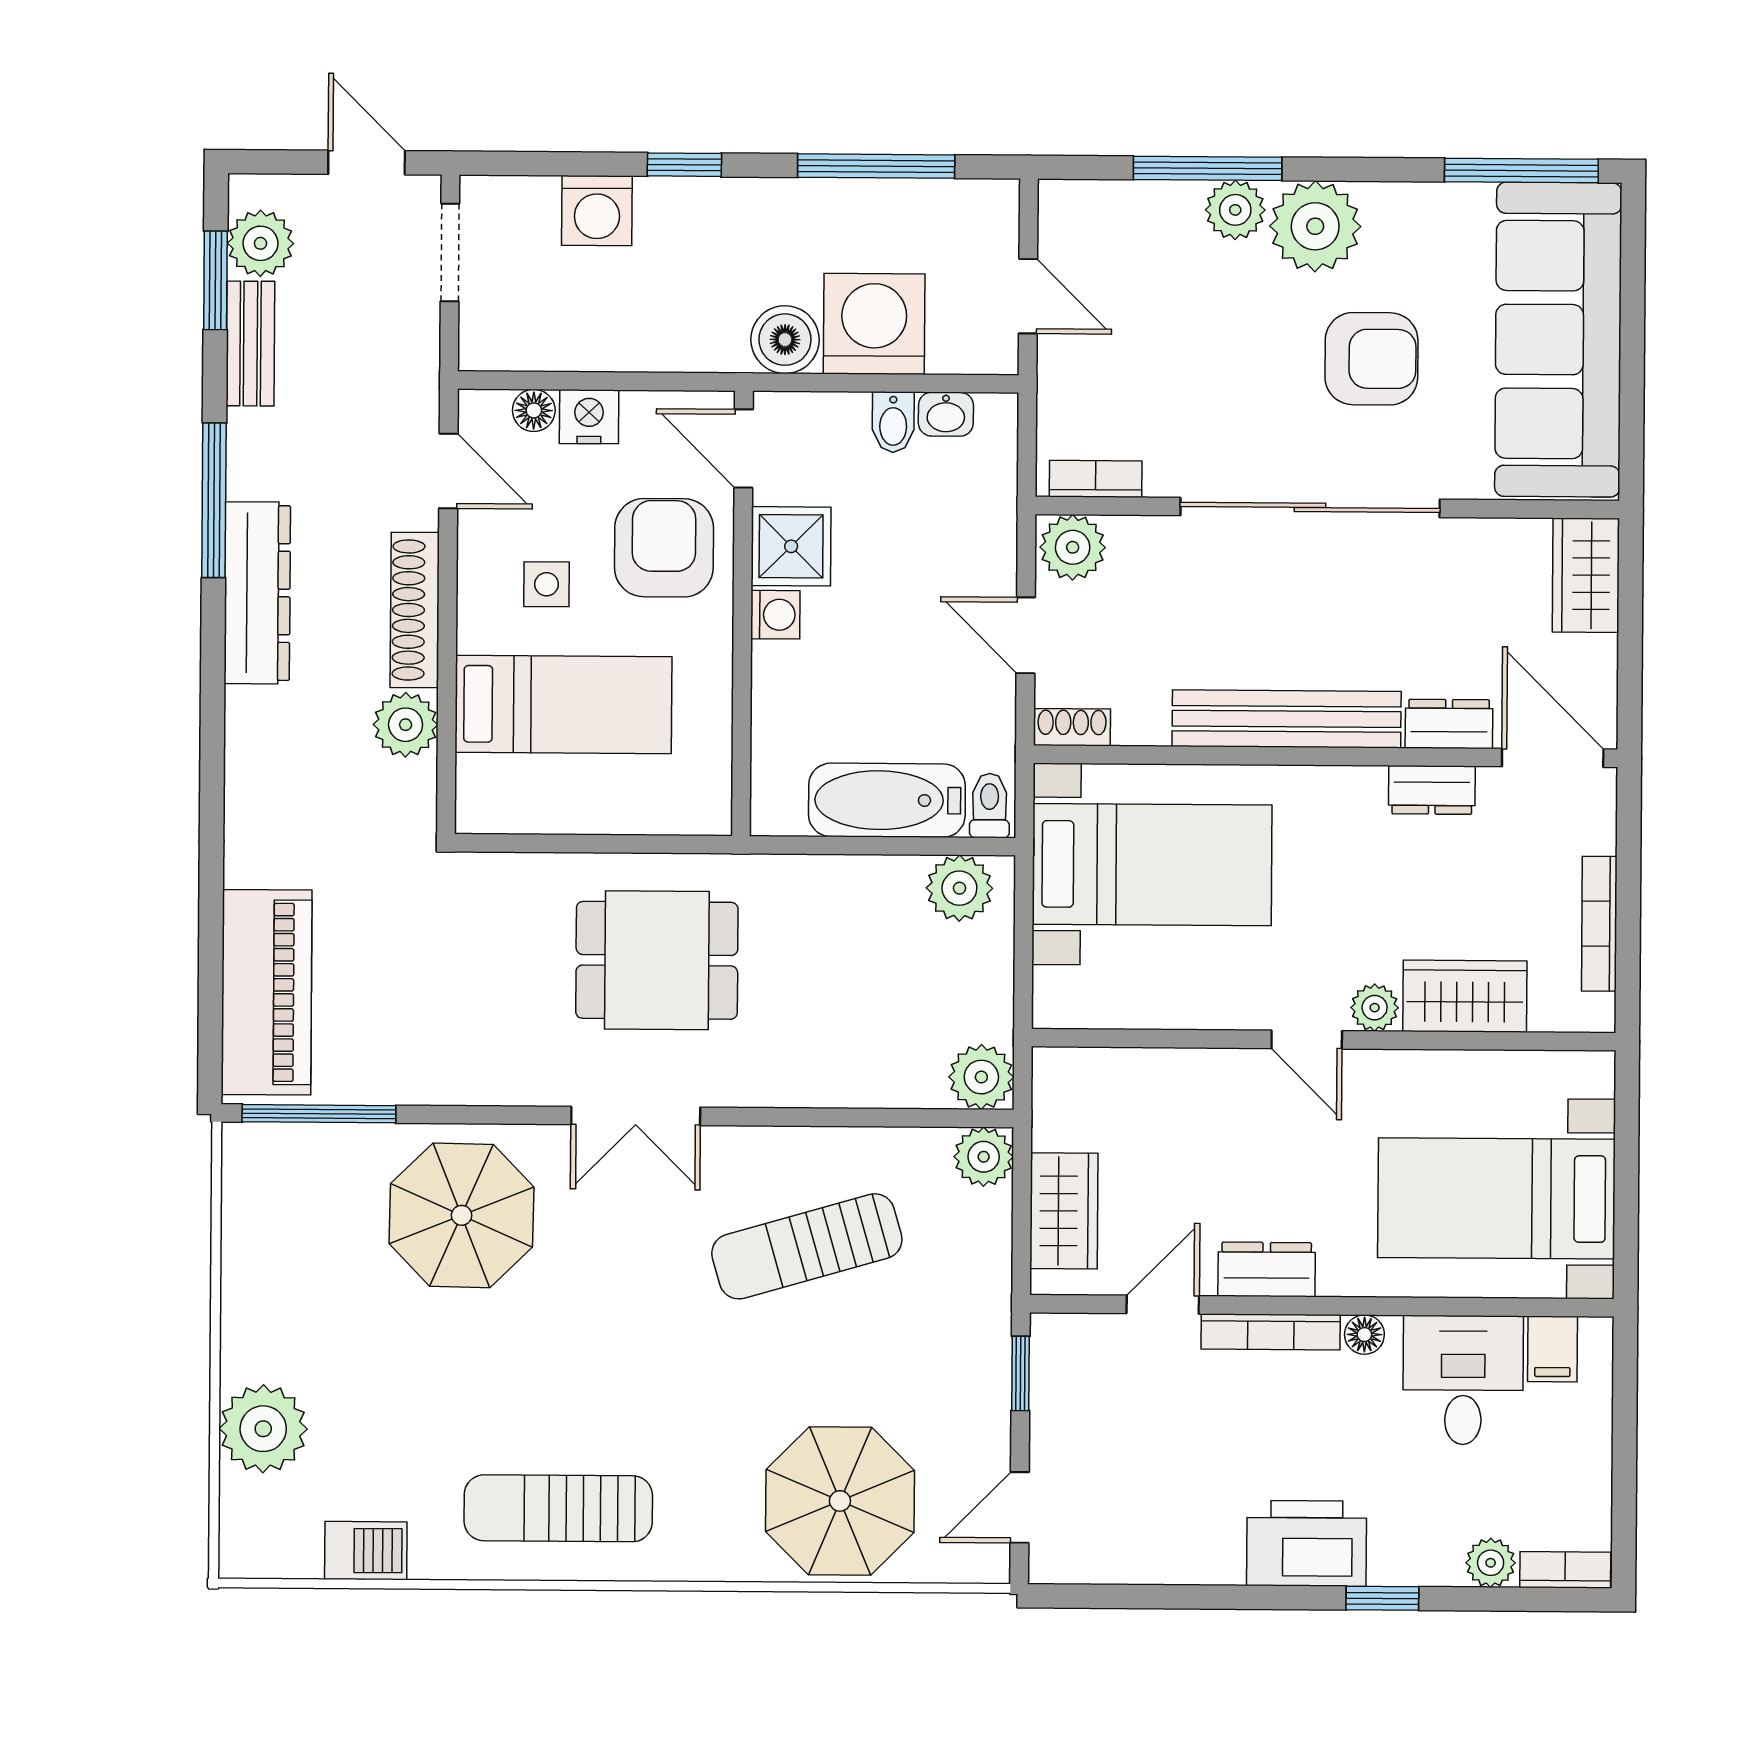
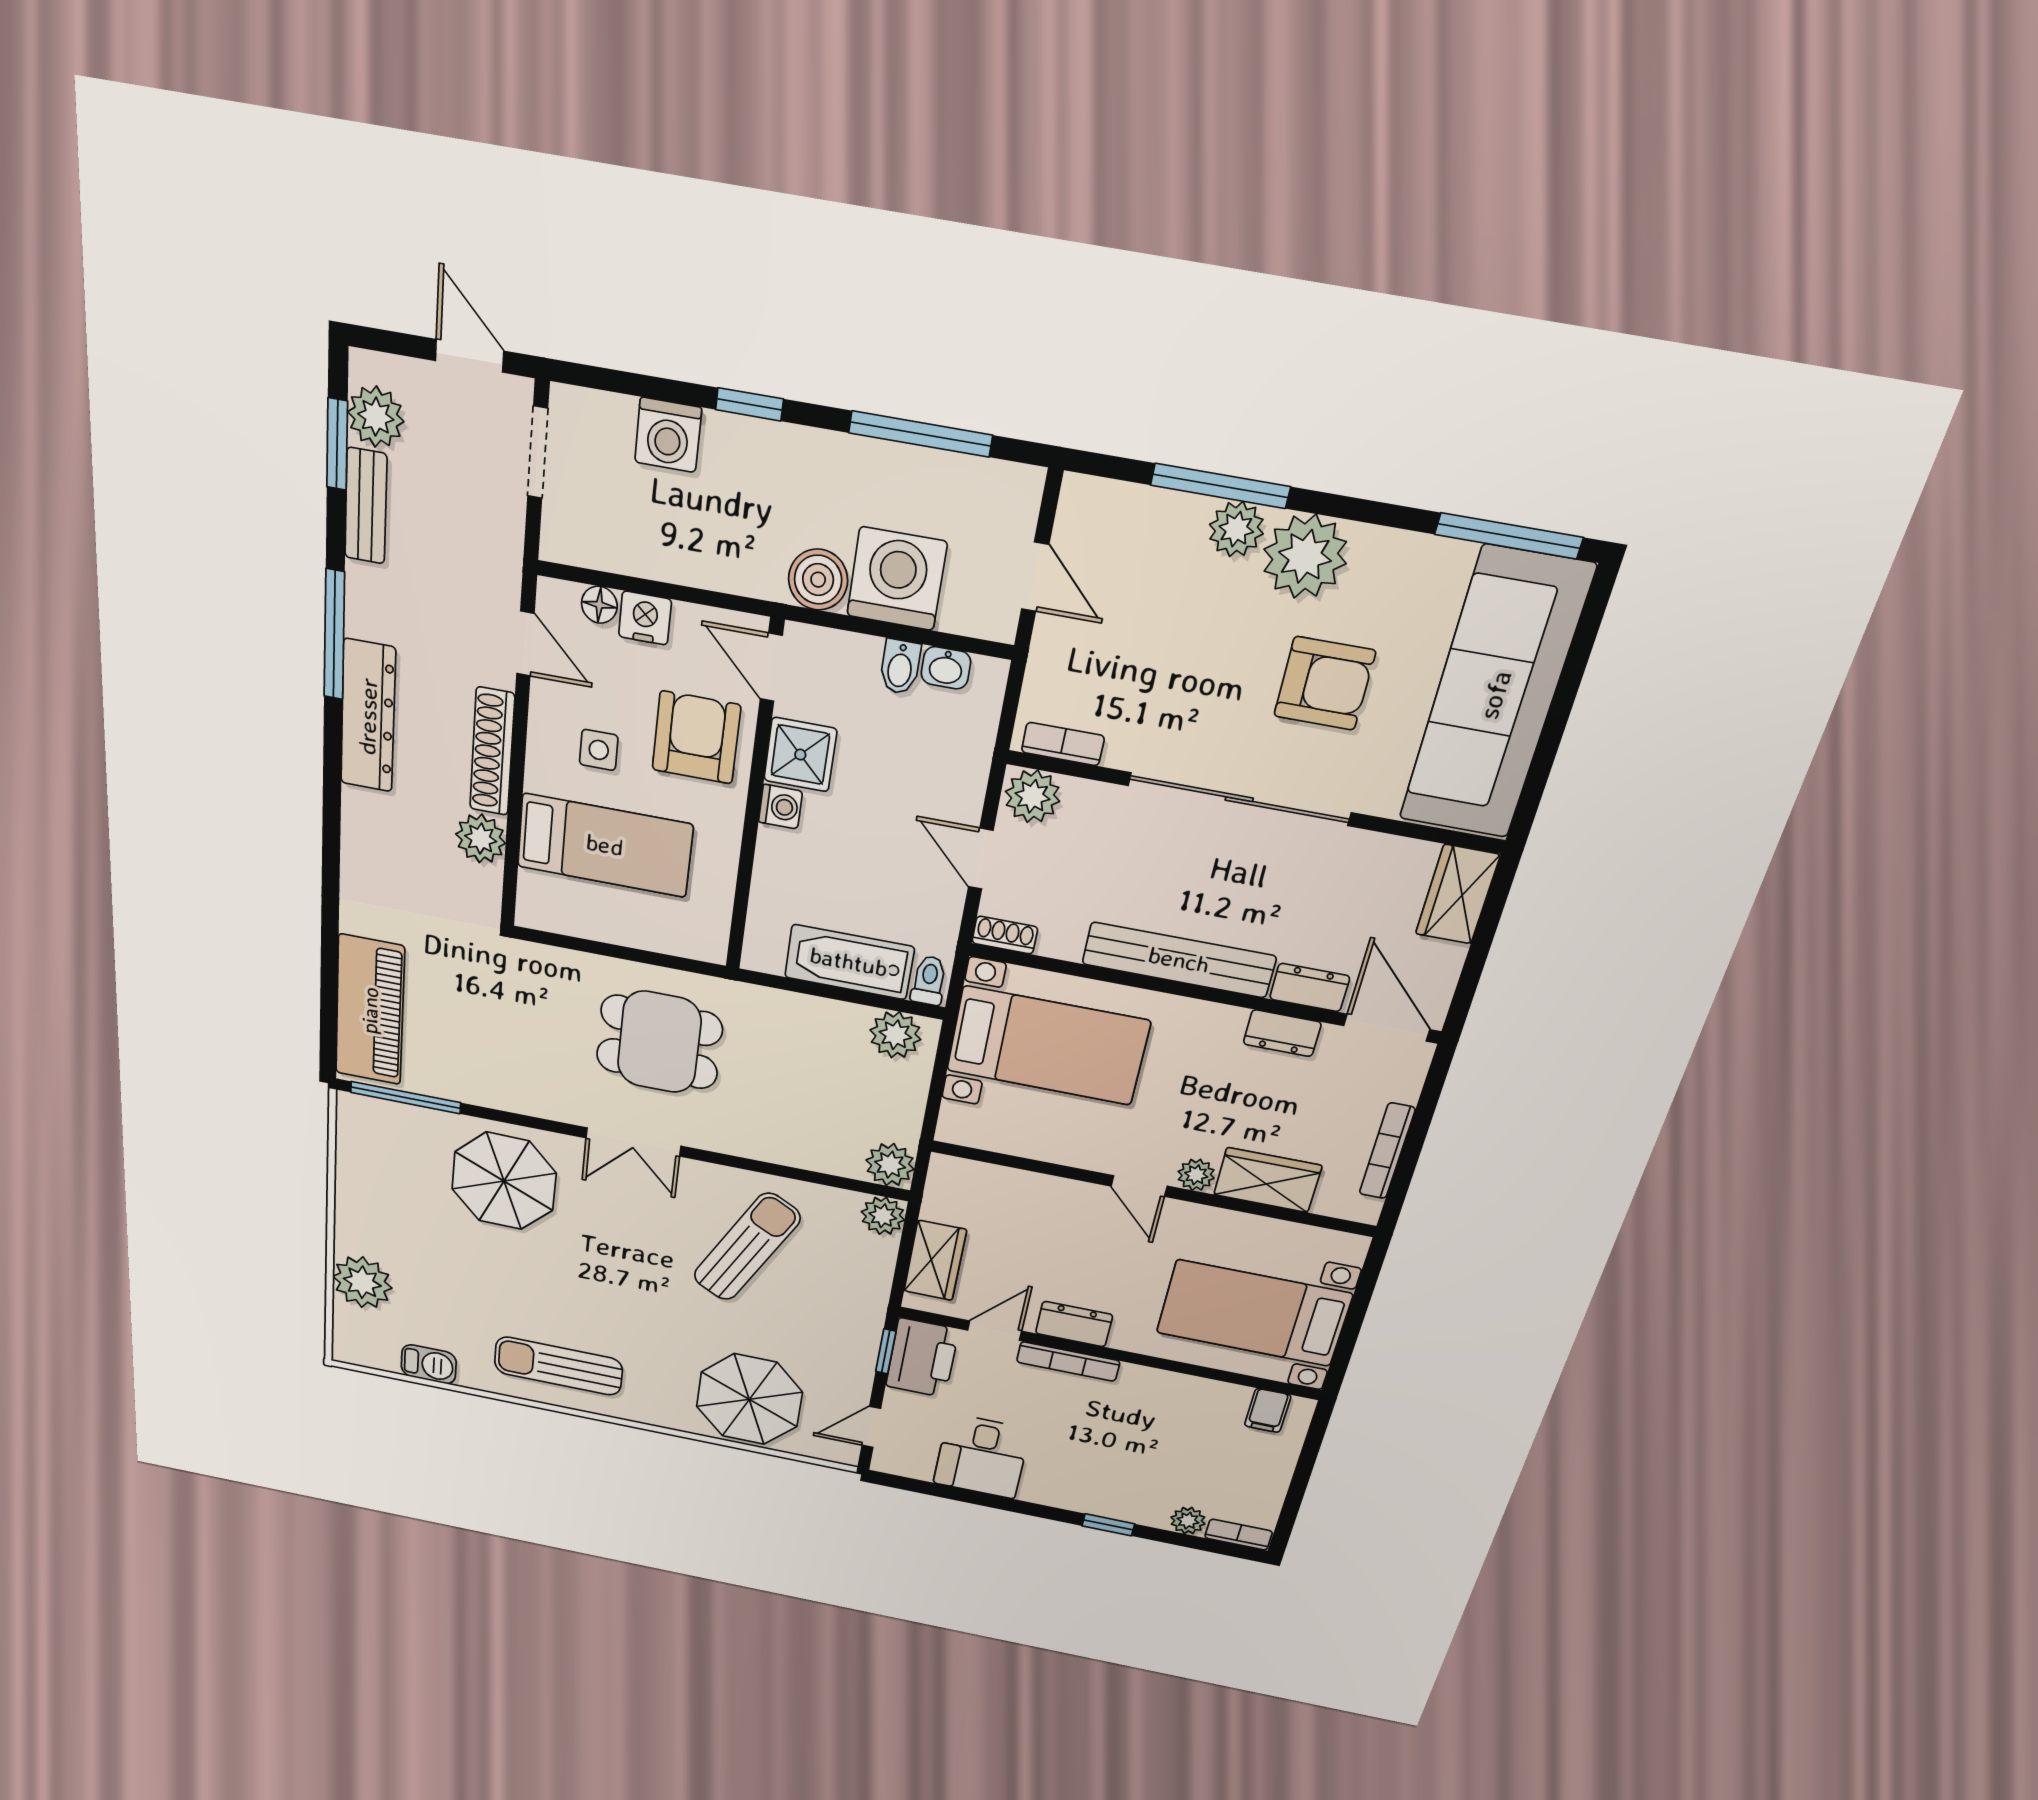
sun lounger: (807, 1246) -> (747, 1247), turned 134
floor lamp: (1364, 1335) -> (1135, 1376), removed
desk: (1463, 1380) -> (982, 1456), moved, turned 180
printer: (1307, 1543) -> (922, 1358), moved, turned 90

